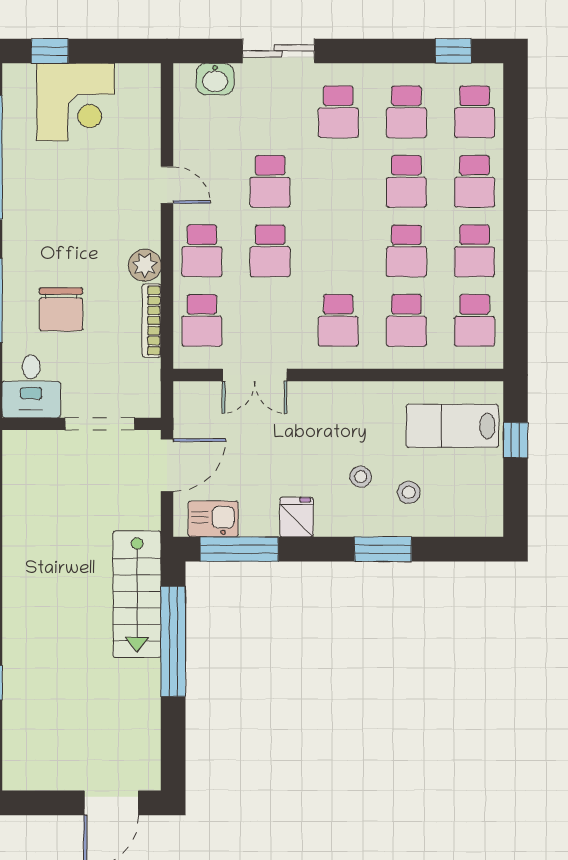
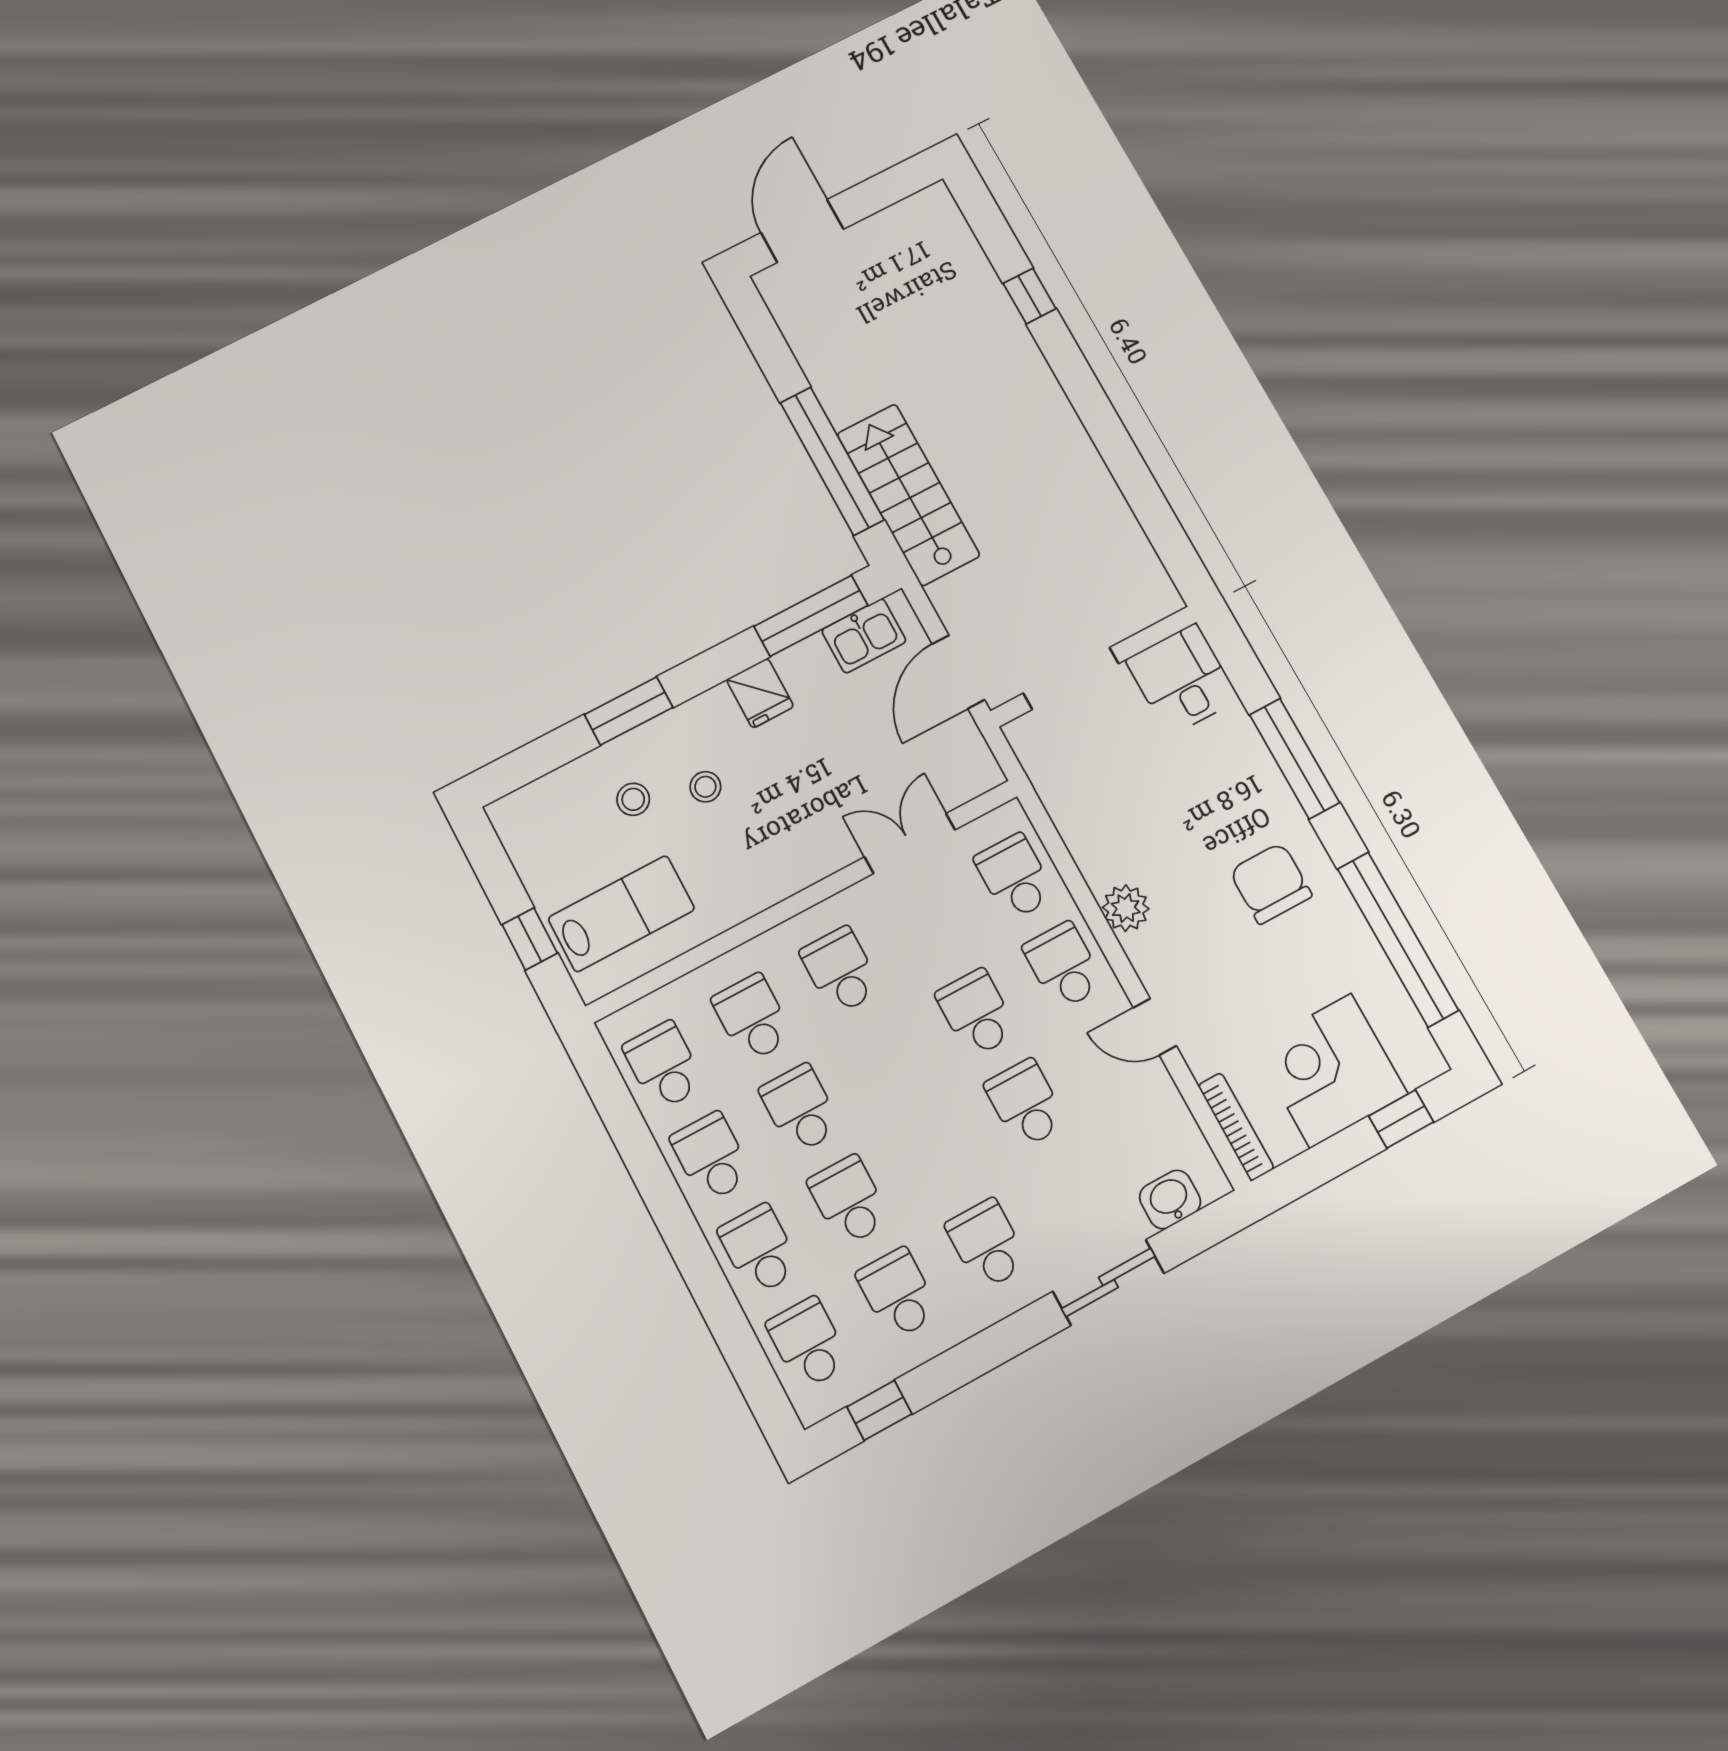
chair: (61, 309) -> (1271, 883), moved
bookcase: (152, 321) -> (1236, 1127), moved

